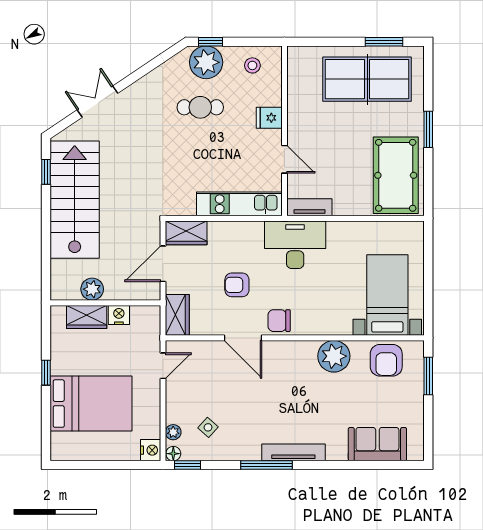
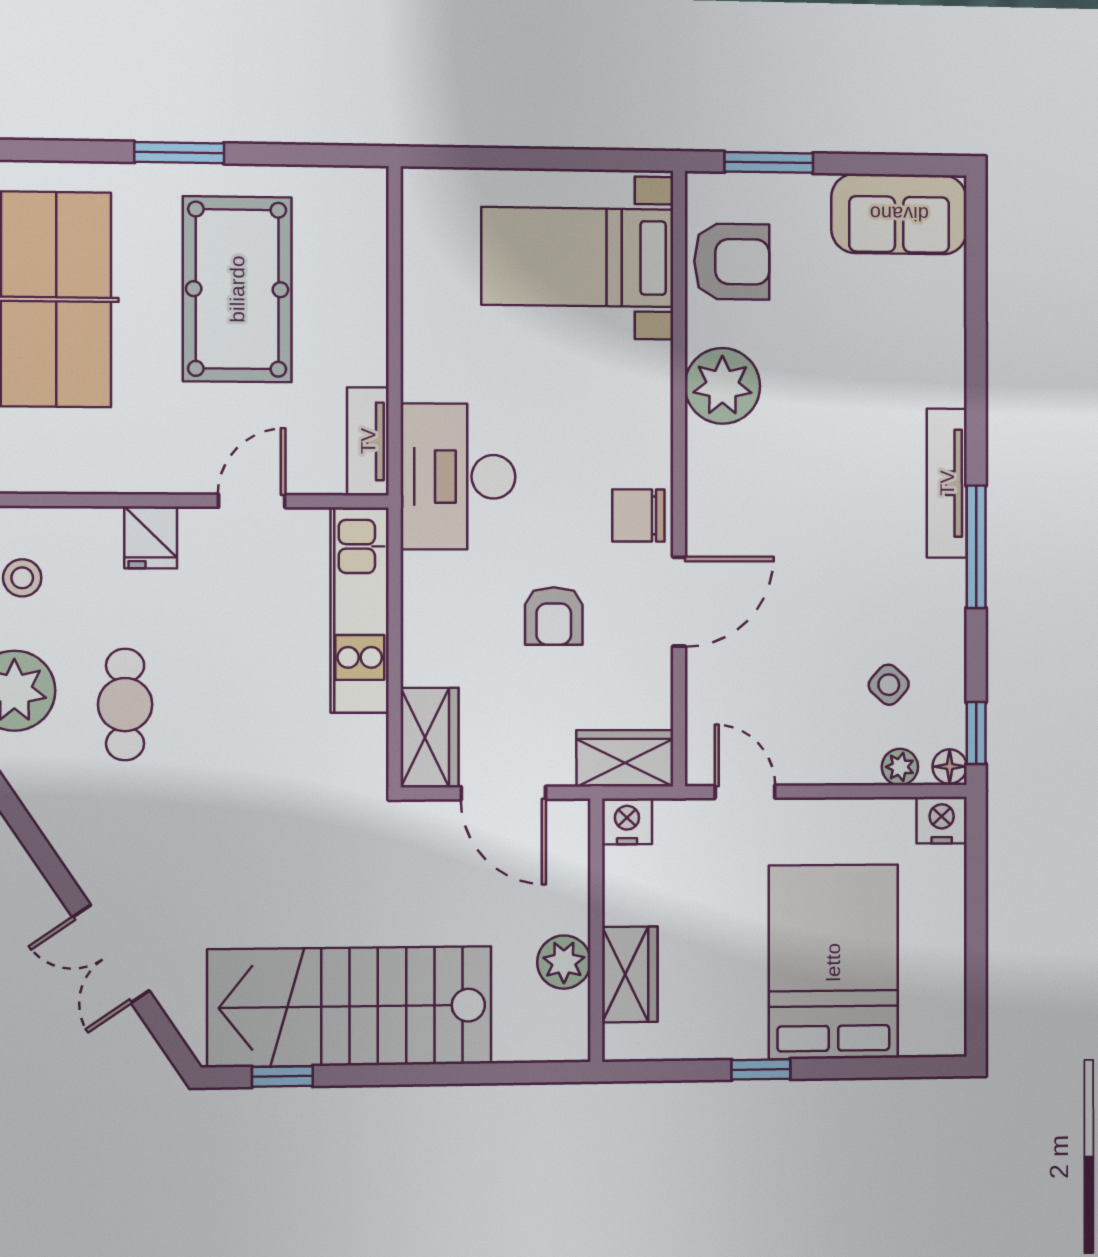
pool table: (396, 175) -> (237, 289), moved, turned 90
nightstand: (119, 315) -> (627, 821), moved, turned 90
chair: (279, 321) -> (638, 515), turned 90
sofa: (377, 444) -> (899, 214), moved, turned -90

